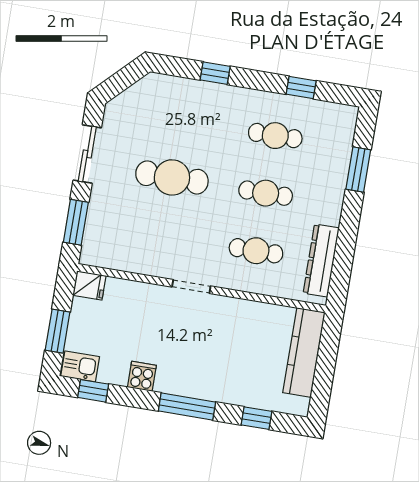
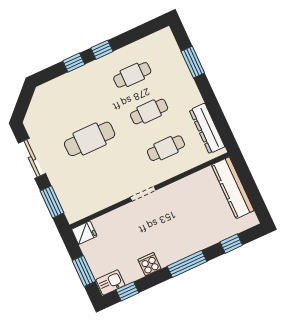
window: (301, 88) -> (102, 50), moved

